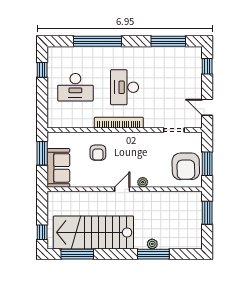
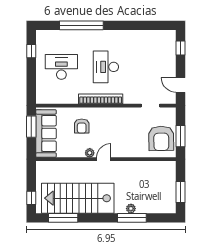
window: (168, 41) -> (145, 25), removed
desk: (75, 87) -> (61, 67), turned 180
sofa: (58, 168) -> (46, 133), width x1.36
plant: (143, 182) -> (90, 153), moved
window: (207, 213) -> (181, 192), moved

